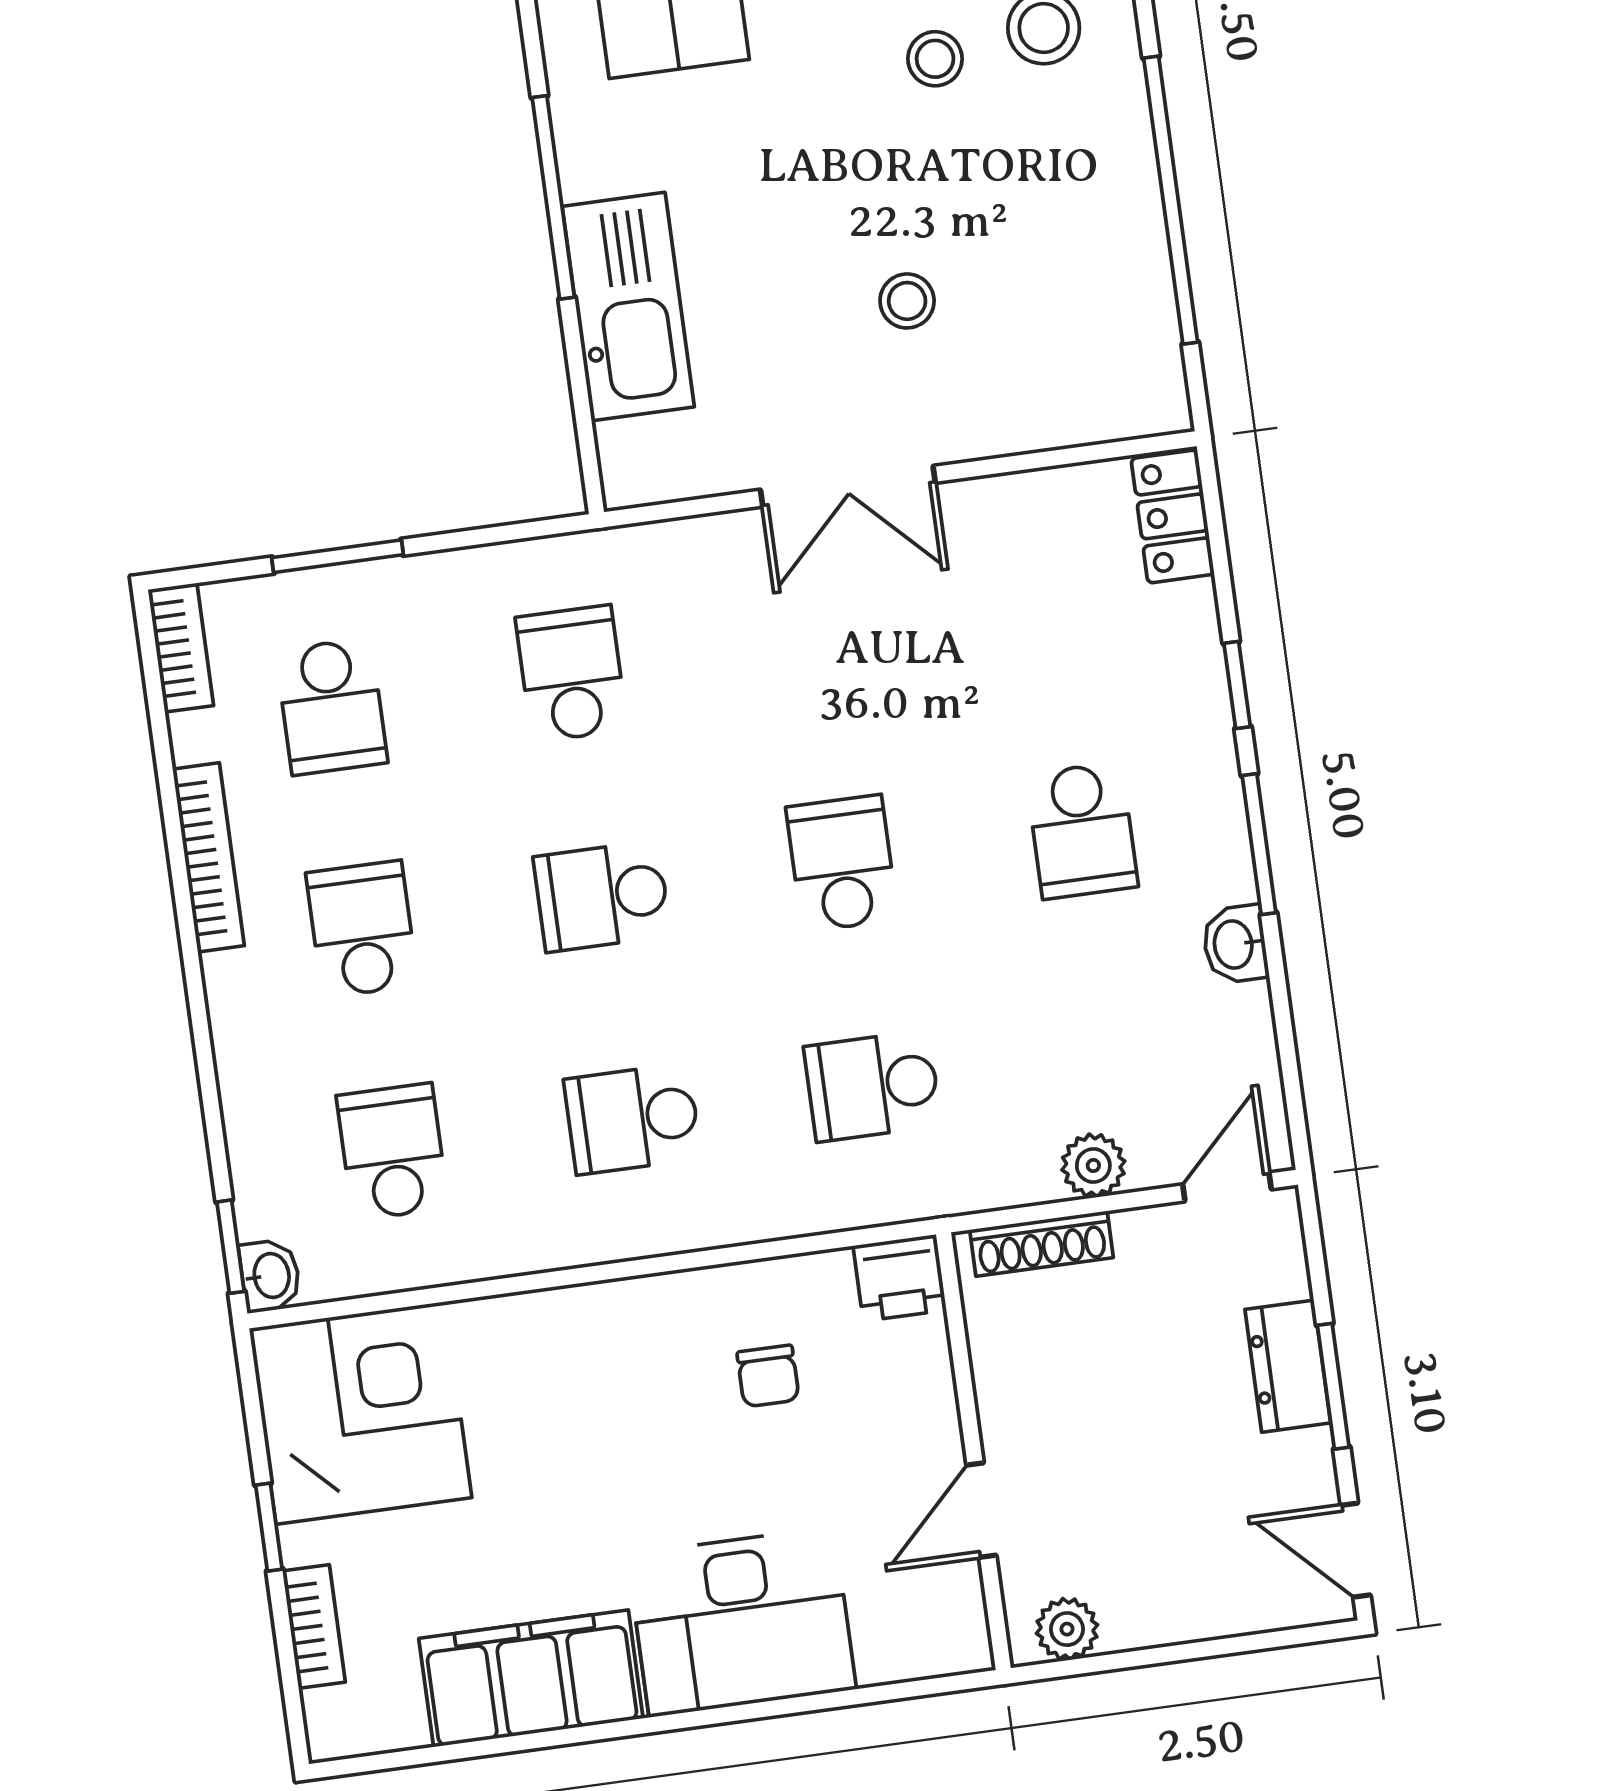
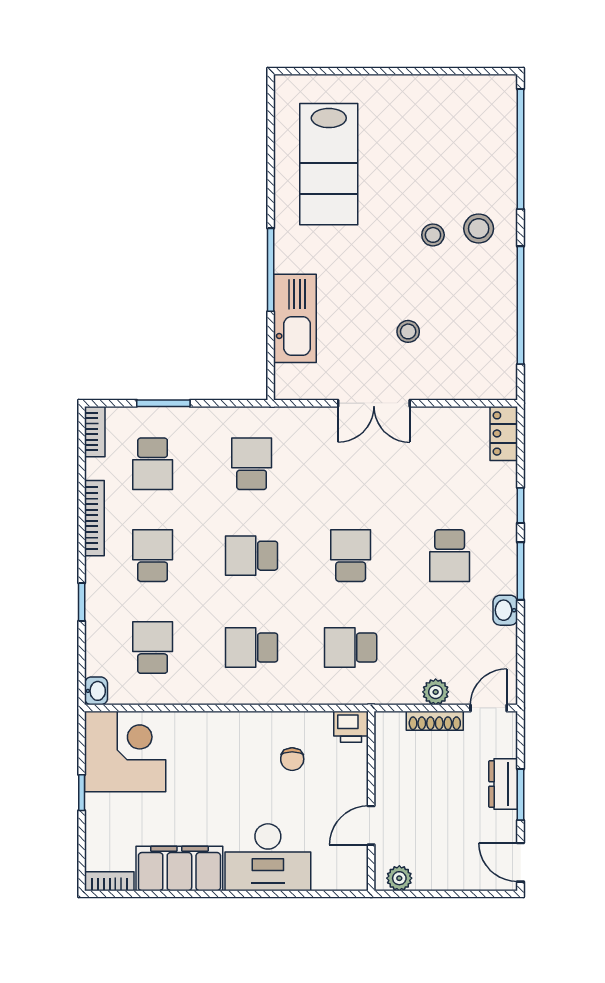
shoe rack: (1041, 1244) -> (435, 721), moved
window: (230, 1247) -> (82, 602), moved
bookcase: (314, 1627) -> (110, 881), moved, turned -90

